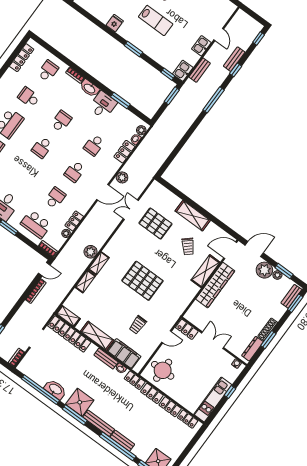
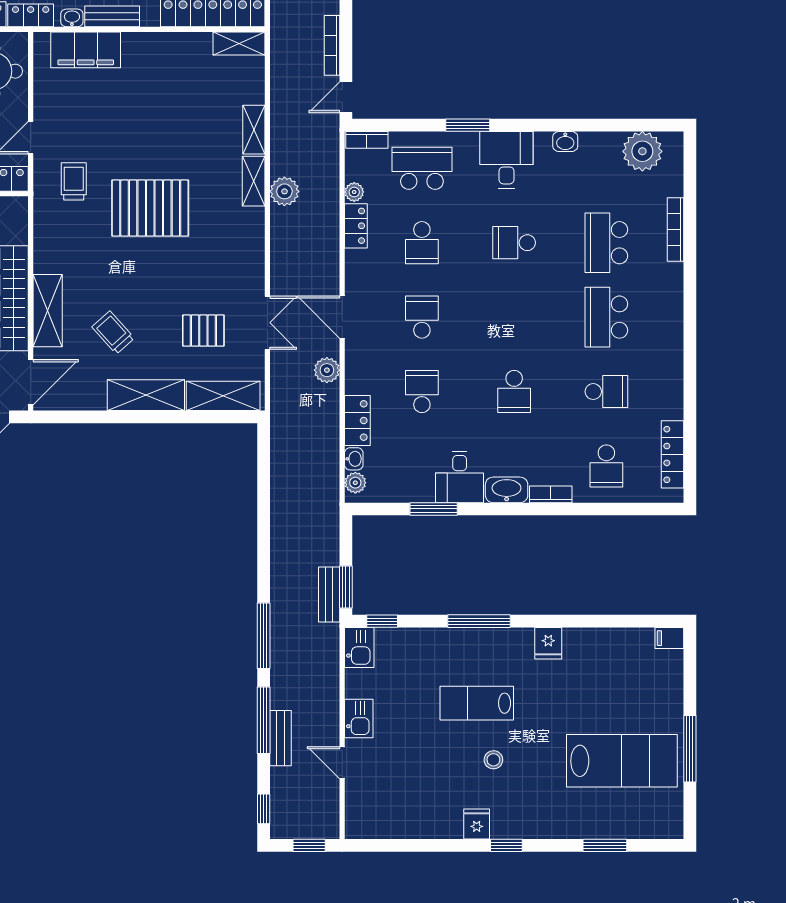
window: (252, 14) -> (309, 845), added
window: (133, 49) -> (479, 621), width x1.44
bench: (200, 70) -> (329, 595), moved
window: (236, 70) -> (264, 720), width x2.17
school desk: (42, 147) -> (514, 243), moved, turned -90
door: (103, 192) -> (342, 317), hinge flipped
pallet: (155, 224) -> (203, 331), width x0.67, depth x0.71
trolley: (138, 325) -> (74, 181), moved
shelving: (97, 336) -> (223, 396), moved

